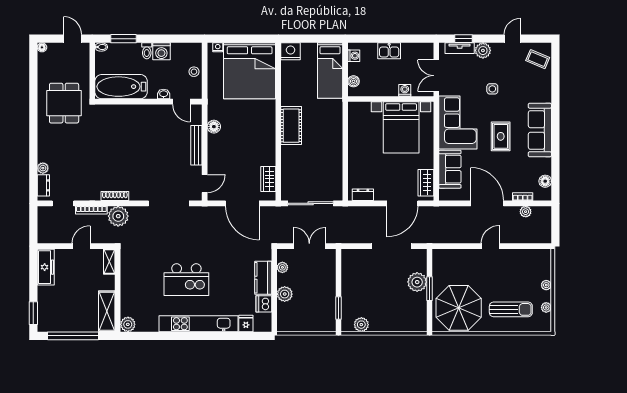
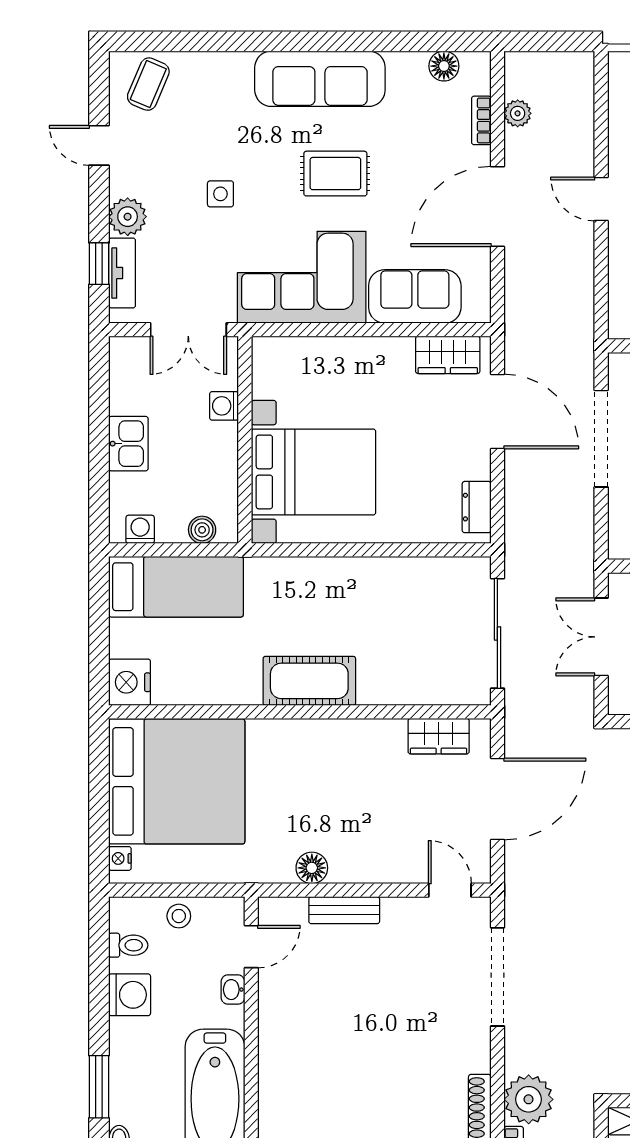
toilet: (147, 51) -> (128, 945), moved
bed with nightstands: (401, 127) -> (313, 472), moved
bench: (196, 145) -> (344, 910), width x0.73

